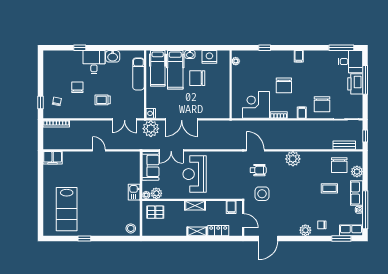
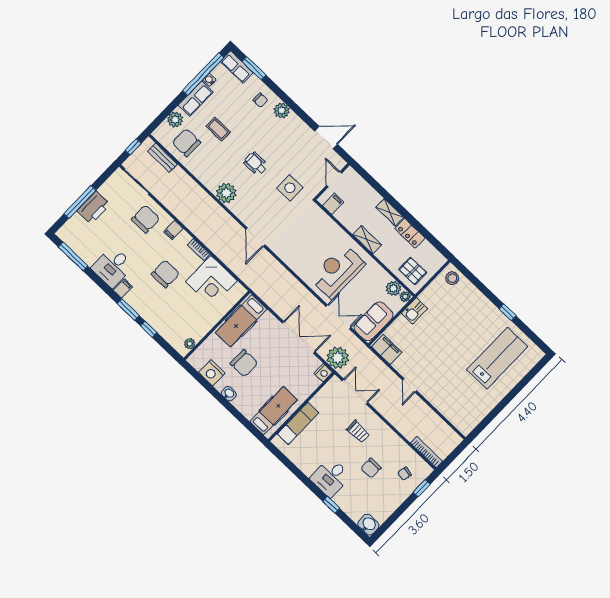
window: (285, 48) -> (128, 310), added
washbasin: (113, 56) -> (368, 525), moved
desk: (351, 62) -> (113, 267), moved, turned -90
hospital bed: (175, 70) -> (241, 321), moved, turned 180
filing cabinet: (53, 158) -> (387, 349), moved
chair: (339, 165) -> (186, 143), turned -90
wheelchair: (258, 170) -> (256, 164), moved
reception desk: (195, 174) -> (338, 271), turned 180
locker: (218, 231) -> (410, 233), moved

